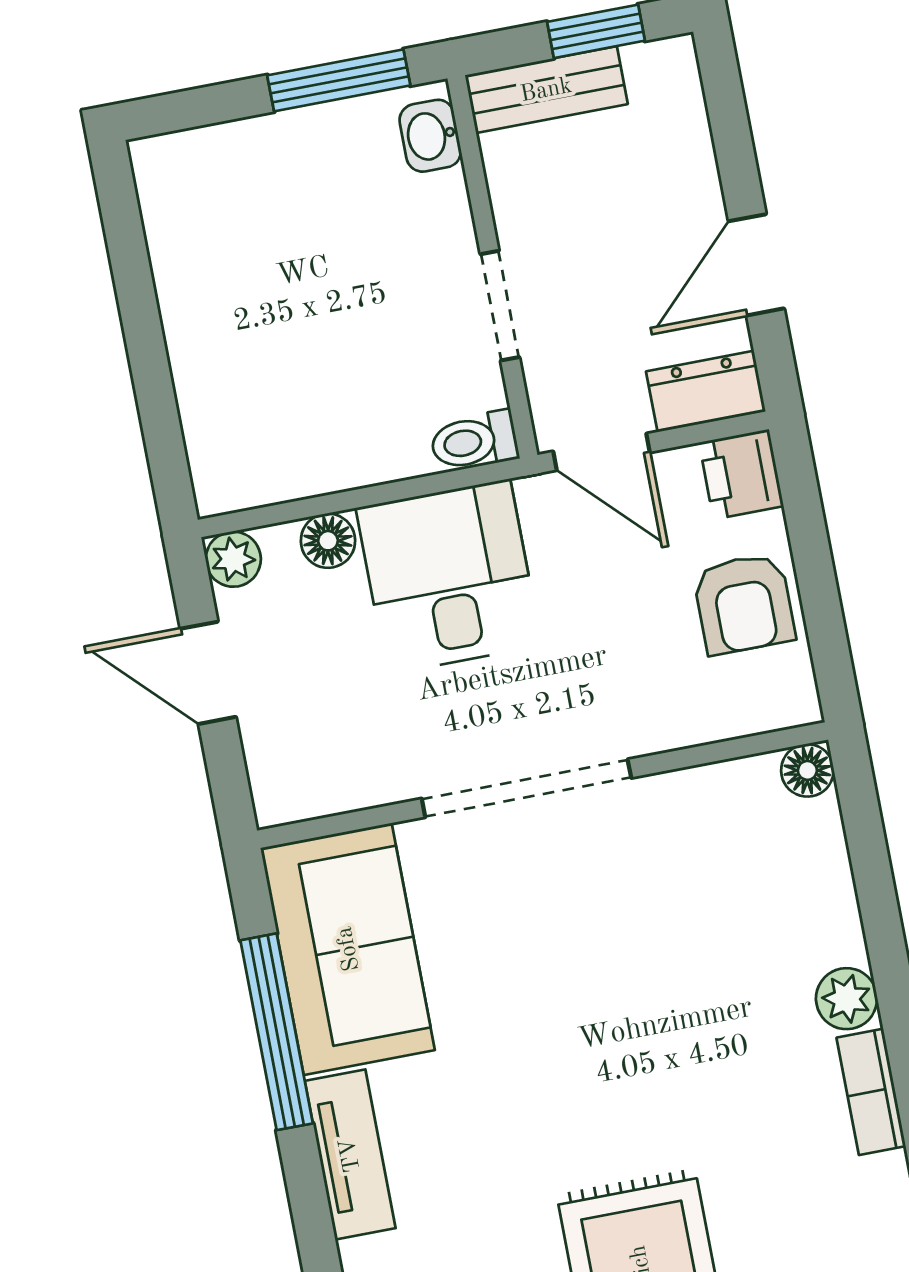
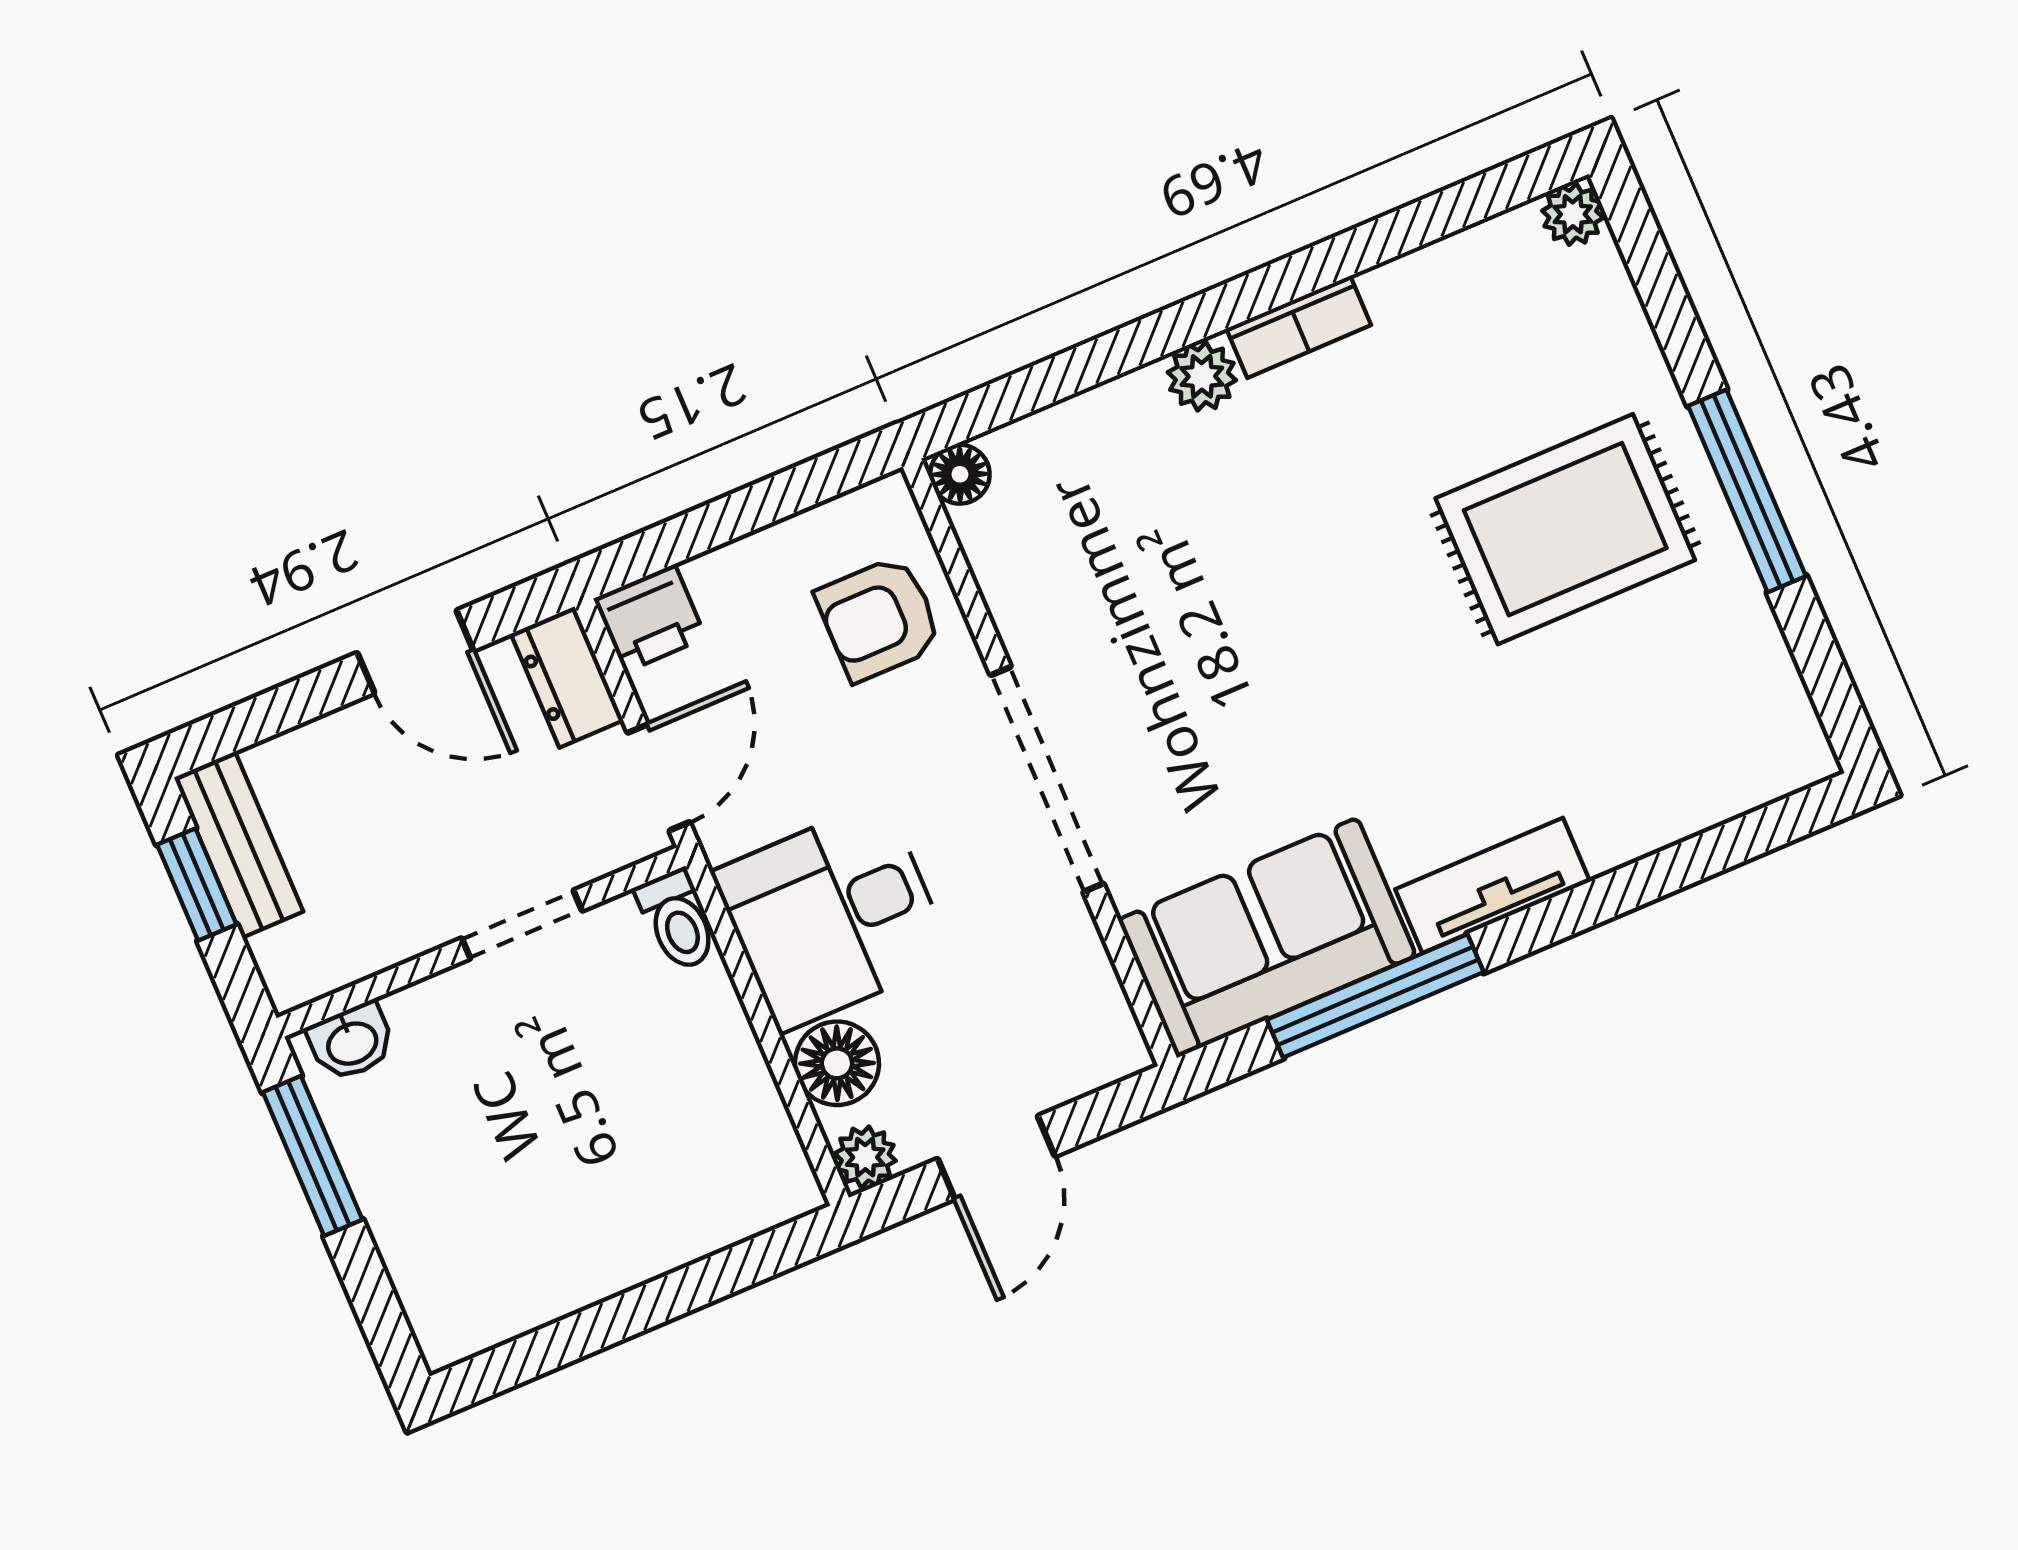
bench: (546, 90) -> (238, 845), moved
floor lamp: (328, 541) -> (837, 1063), width x1.37, depth x1.37
armchair: (744, 604) -> (879, 619), moved, turned 180

